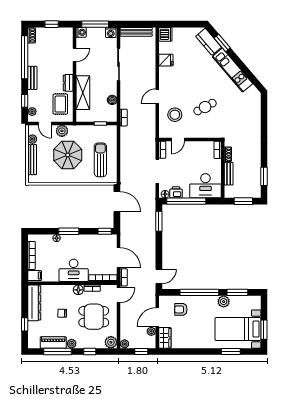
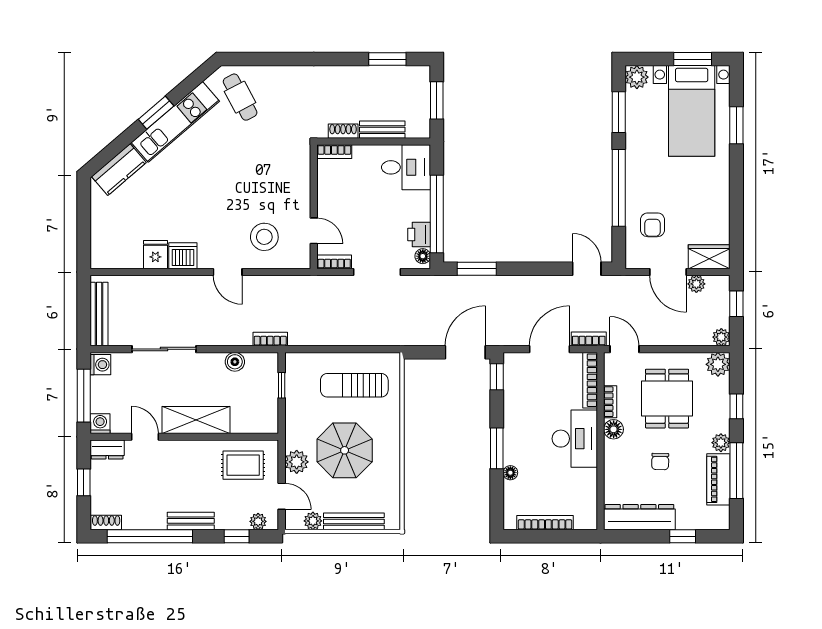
dishwasher: (165, 34) -> (183, 256), moved
window: (222, 43) -> (156, 113), moved
dresser: (68, 83) -> (107, 450), moved
shelving: (83, 93) -> (196, 420), moved
cafe table: (205, 107) -> (240, 97), moved
door: (45, 123) -> (282, 496), hinge flipped
desk: (205, 186) -> (406, 167), width x0.73
door: (117, 202) -> (465, 352), moved
filing cabinet: (35, 276) -> (585, 516), removed
plant: (224, 302) -> (637, 77), moved

